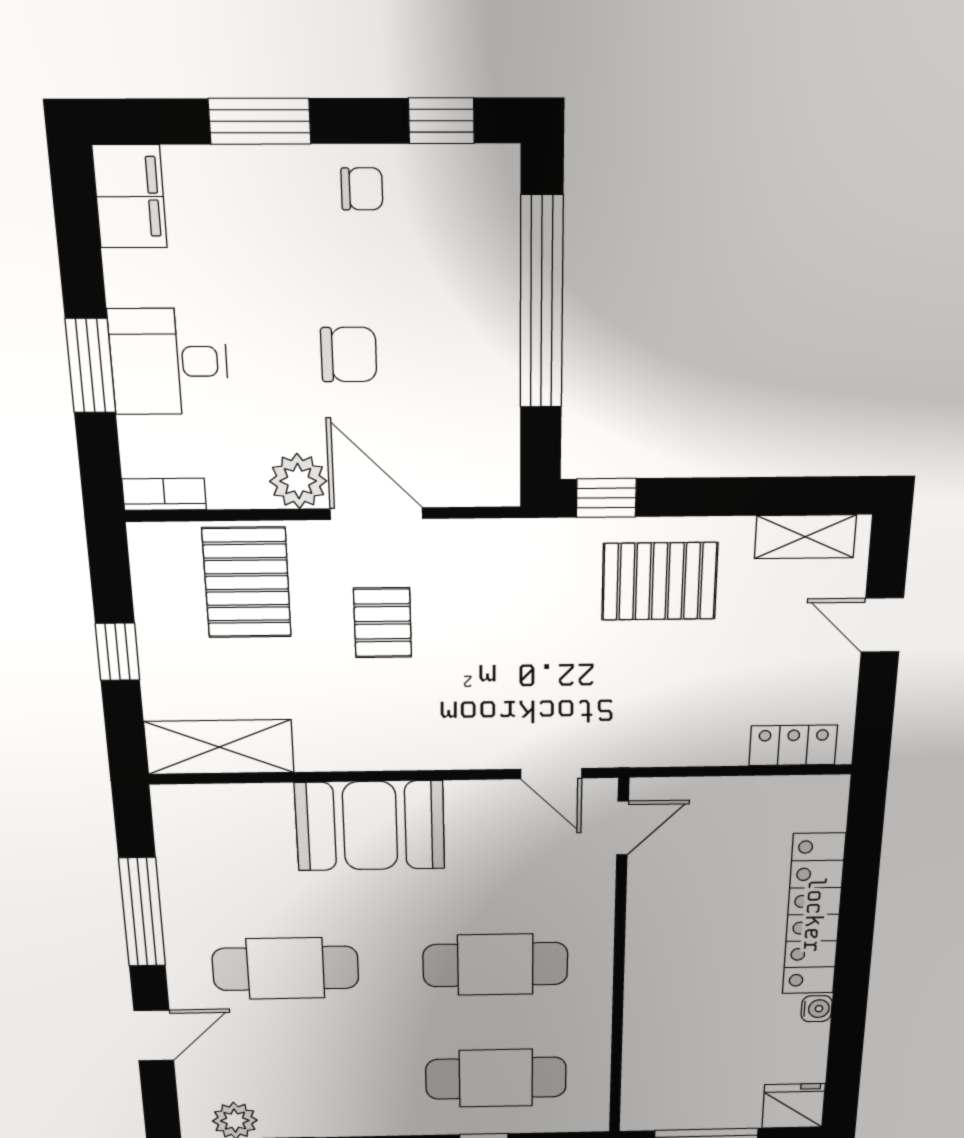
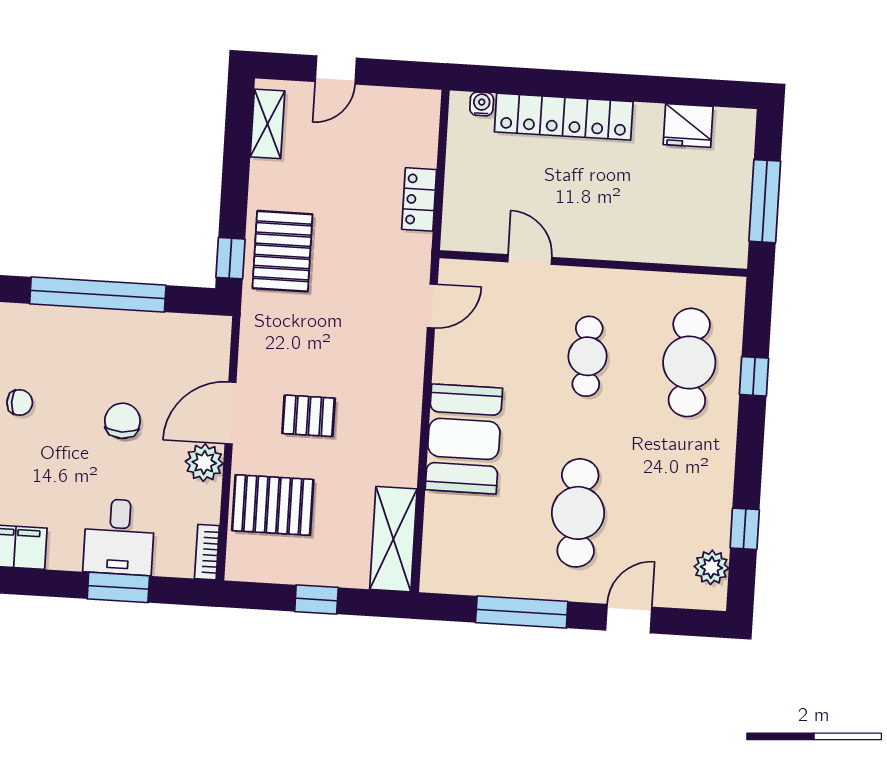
chair: (362, 189) -> (20, 403), turned 90
pallet: (659, 581) -> (282, 251), moved
locker: (793, 745) -> (419, 199), moved
door: (623, 828) -> (530, 260), moved
cafe table: (495, 965) -> (588, 356), width x0.73, depth x0.74
water cooler: (817, 1009) -> (482, 104), moved
door: (154, 1036) -> (629, 619), hinge flipped
fridge: (793, 1106) -> (688, 125), moved, turned -90

